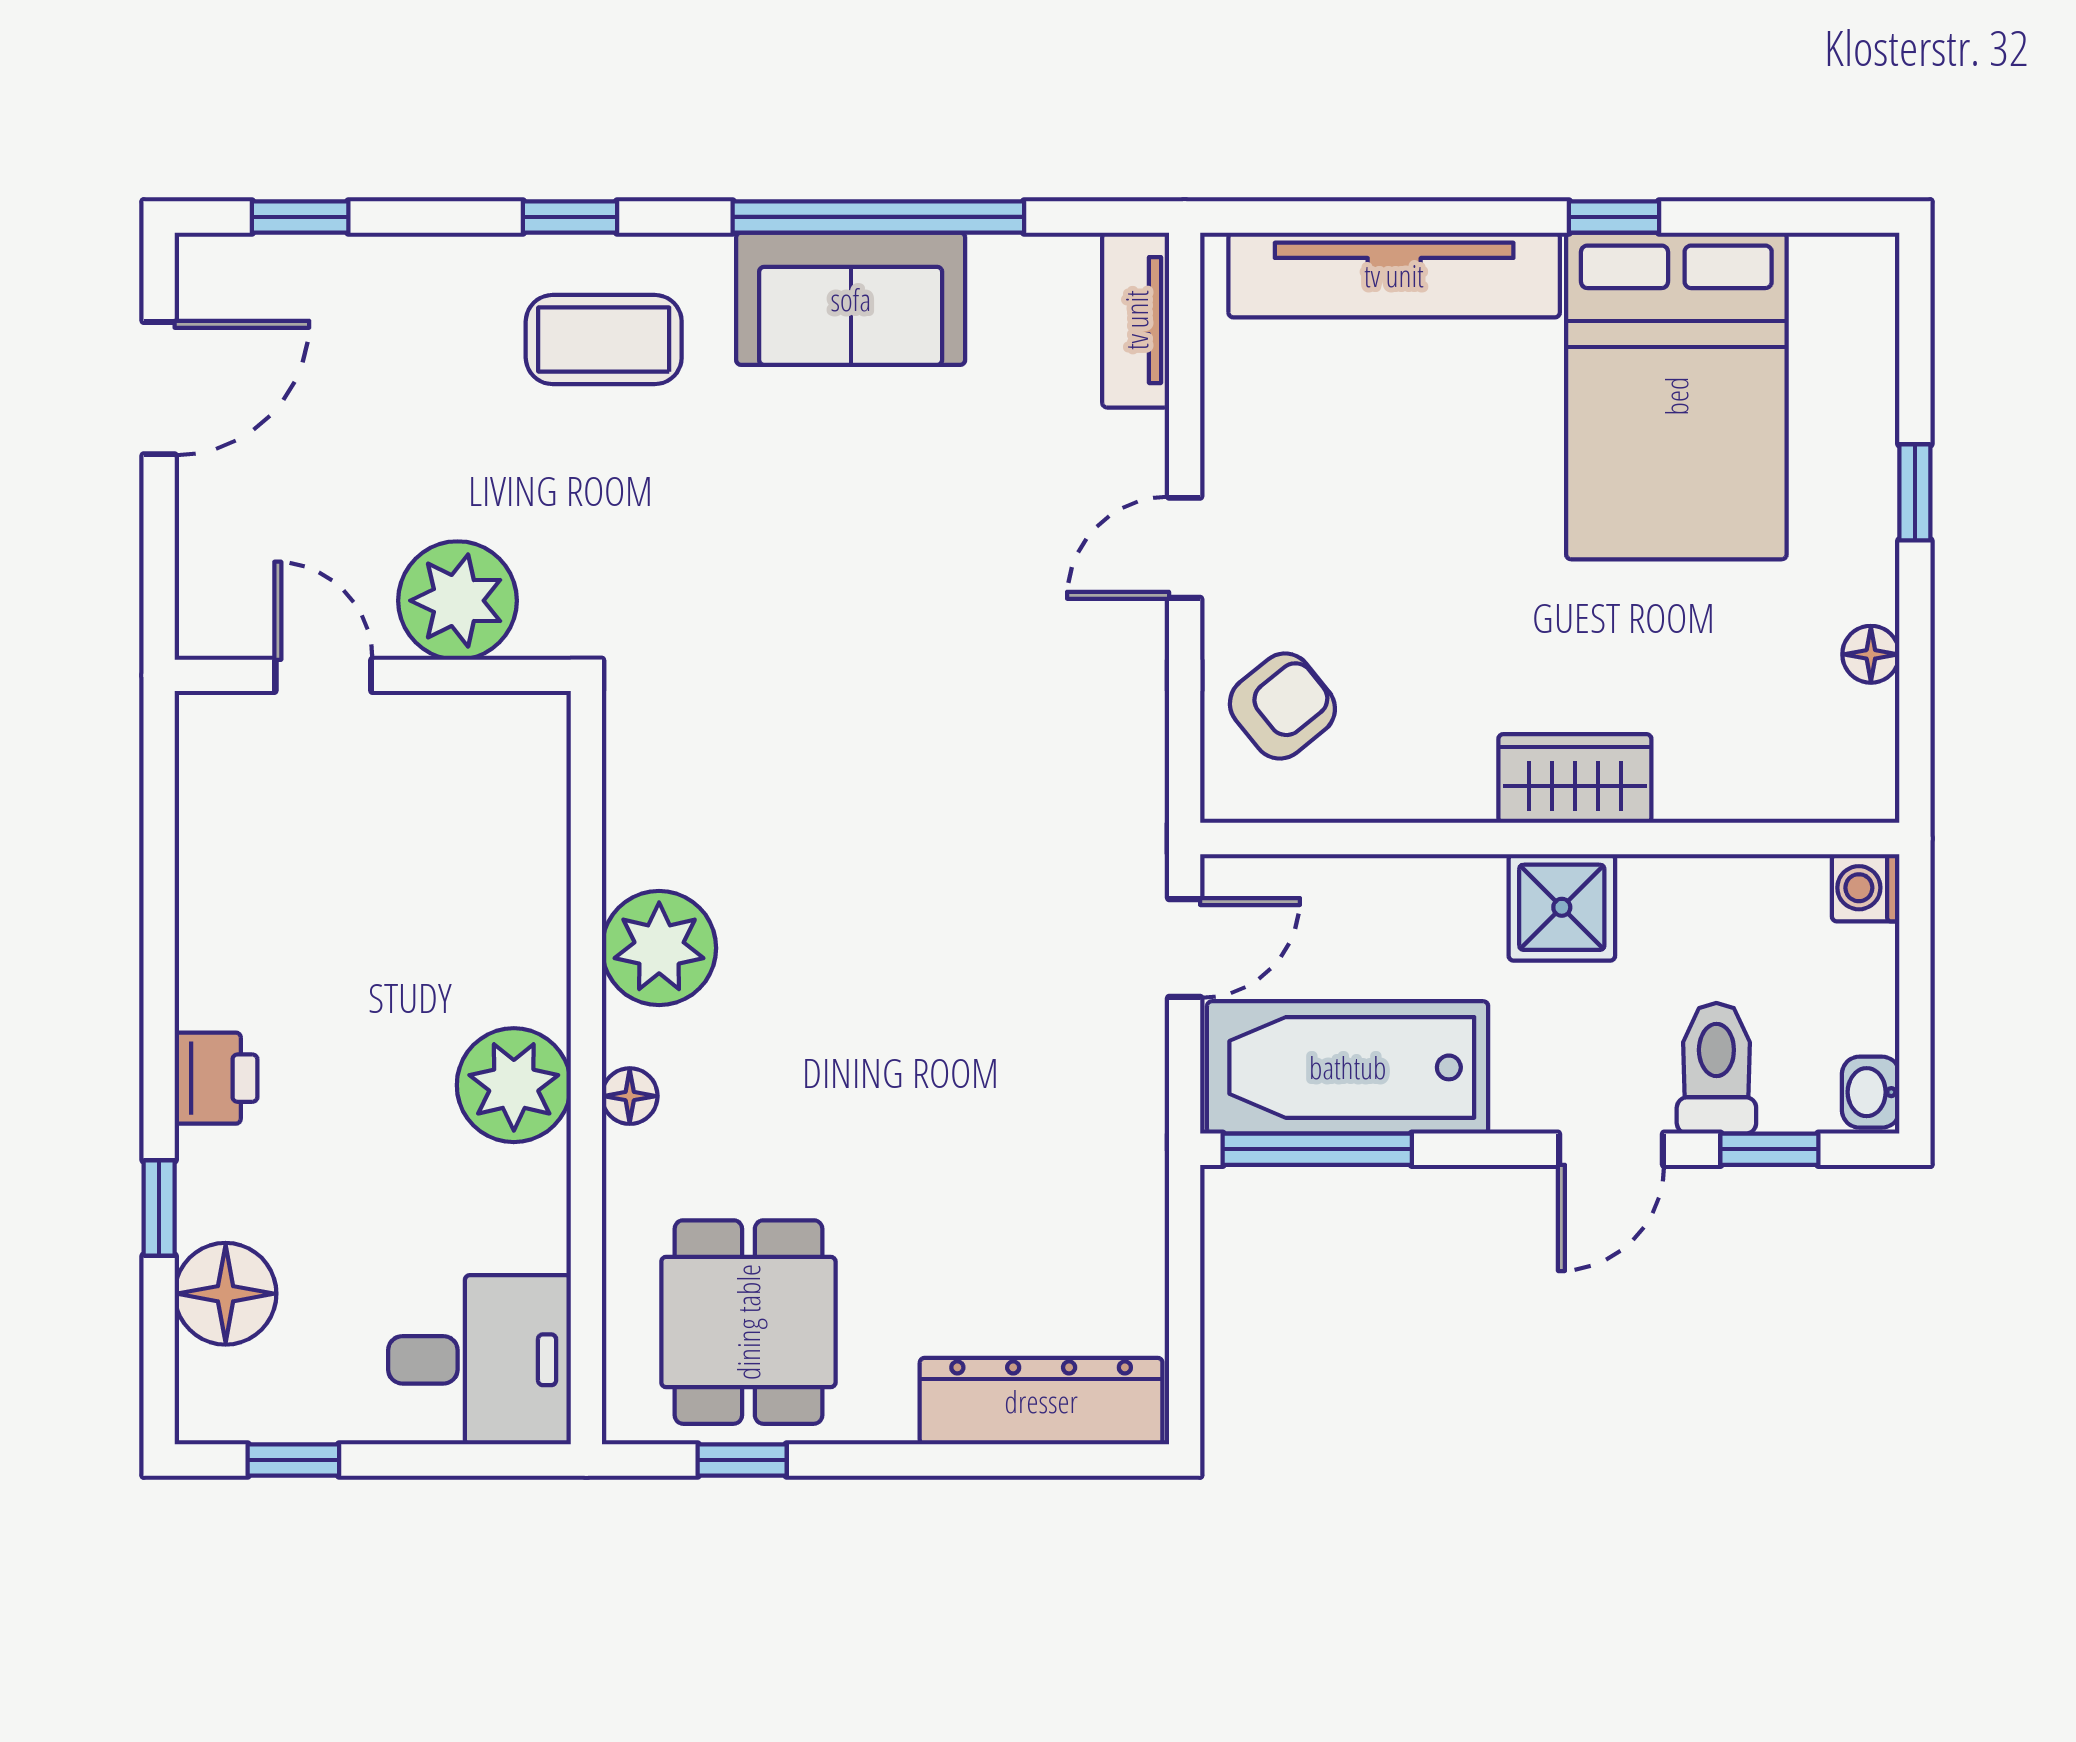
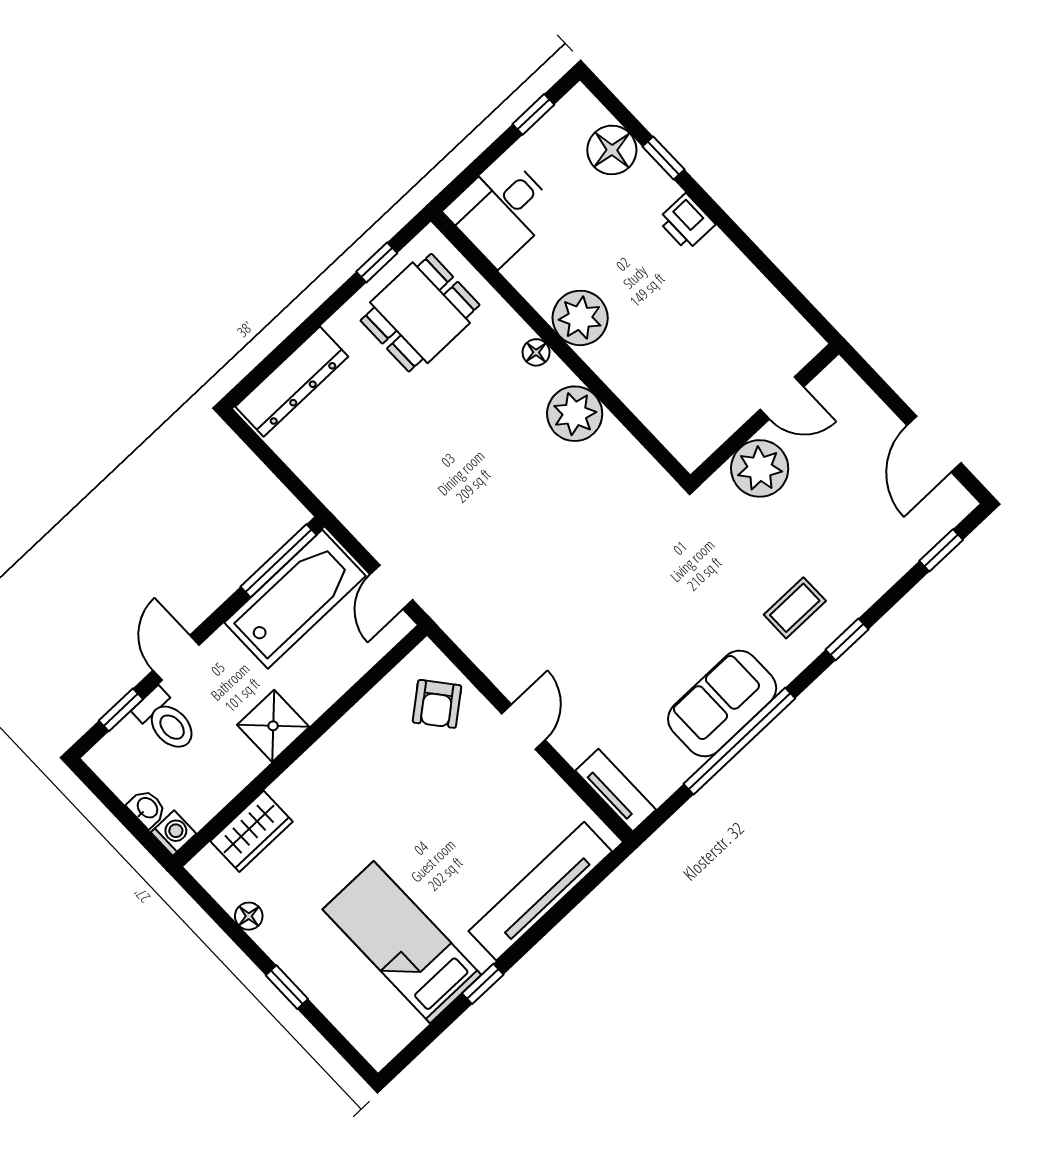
coffee table: (604, 340) -> (795, 608), width x0.73, depth x0.77
bed: (1676, 396) -> (402, 942), width x0.67
wardrobe: (1575, 779) -> (251, 831), moved
washbasin: (1871, 1092) -> (147, 808), moved
dining table: (748, 1322) -> (420, 313), turned 90

